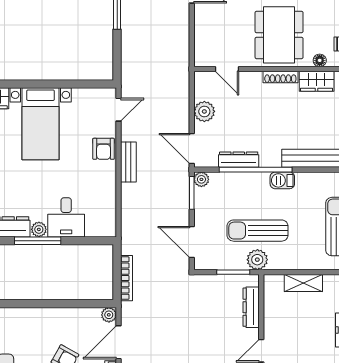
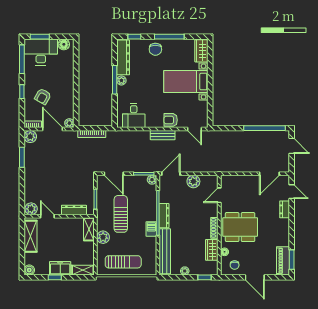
dresser: (239, 160) -> (164, 216), moved
desk: (66, 217) -> (134, 116), moved, turned -90
door: (192, 242) -> (114, 174), swing flipped
plant: (257, 260) -> (103, 237), moved
shelving: (303, 283) -> (89, 229), moved

